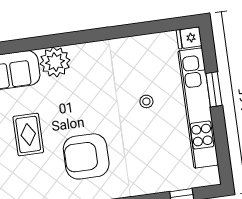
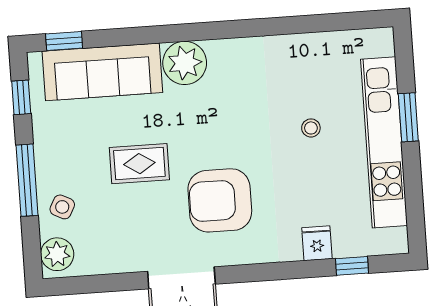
fridge: (189, 38) -> (317, 243), moved, turned 90
rug: (28, 134) -> (139, 164), turned 90

